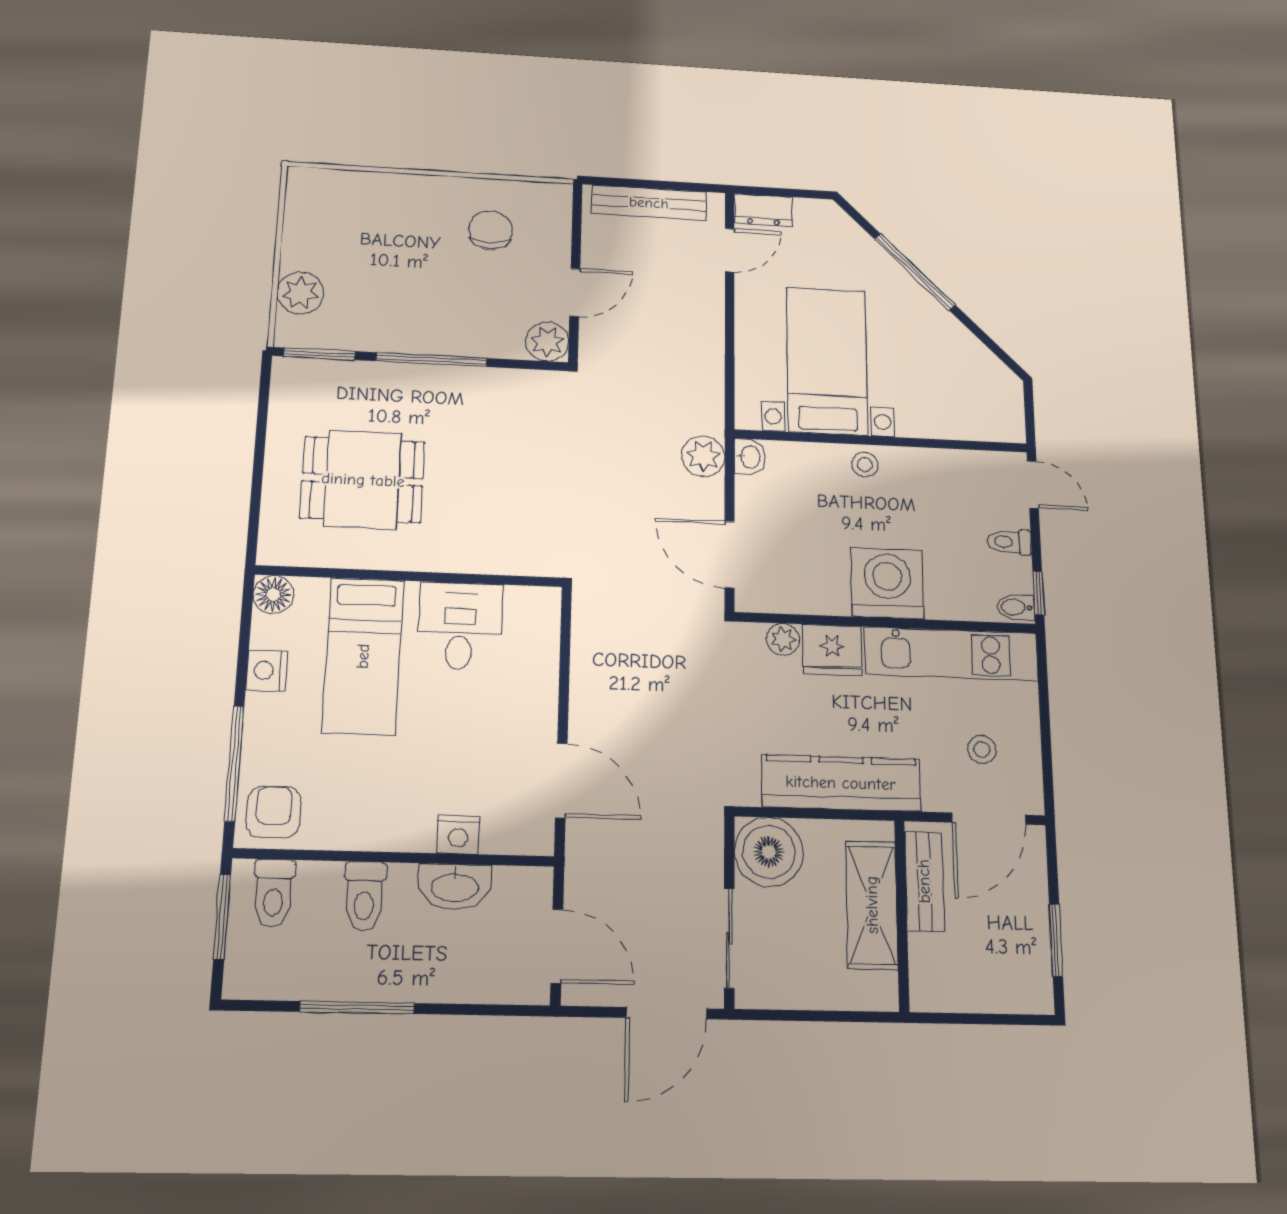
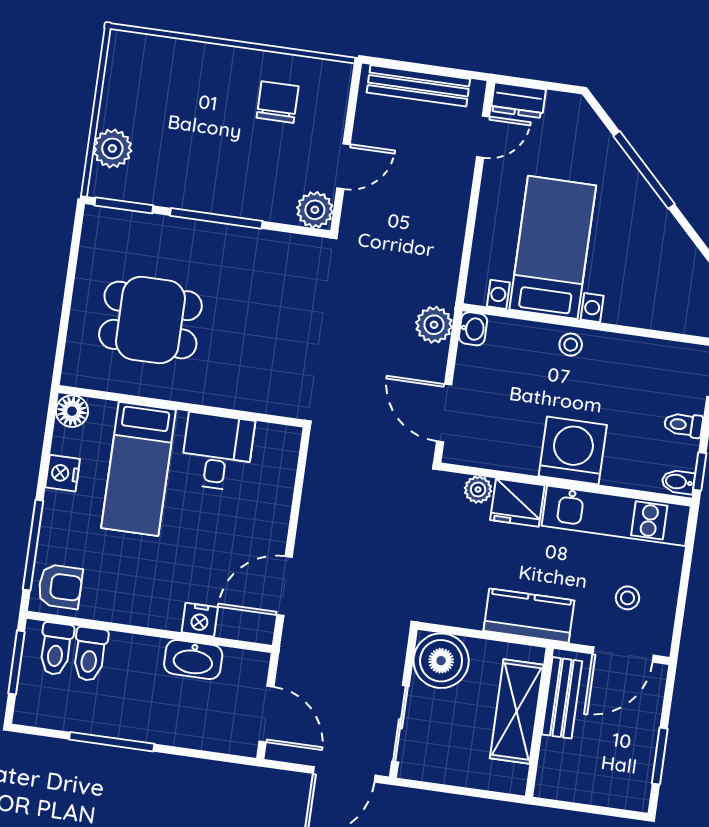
door: (561, 780) -> (284, 586), swing flipped
kitchen counter: (841, 783) -> (529, 616), width x0.67
armchair: (274, 812) -> (60, 586), turned 90
toilet: (364, 896) -> (90, 654), moved

